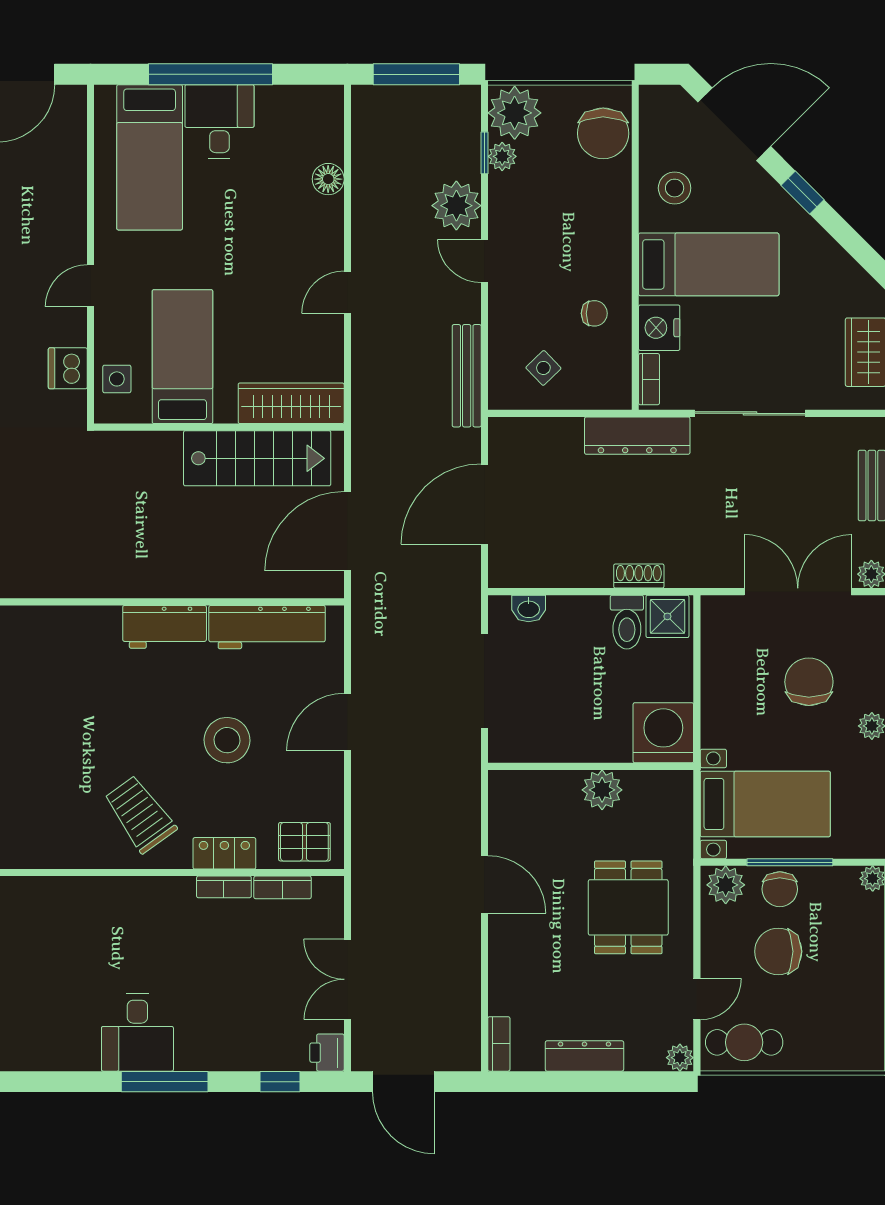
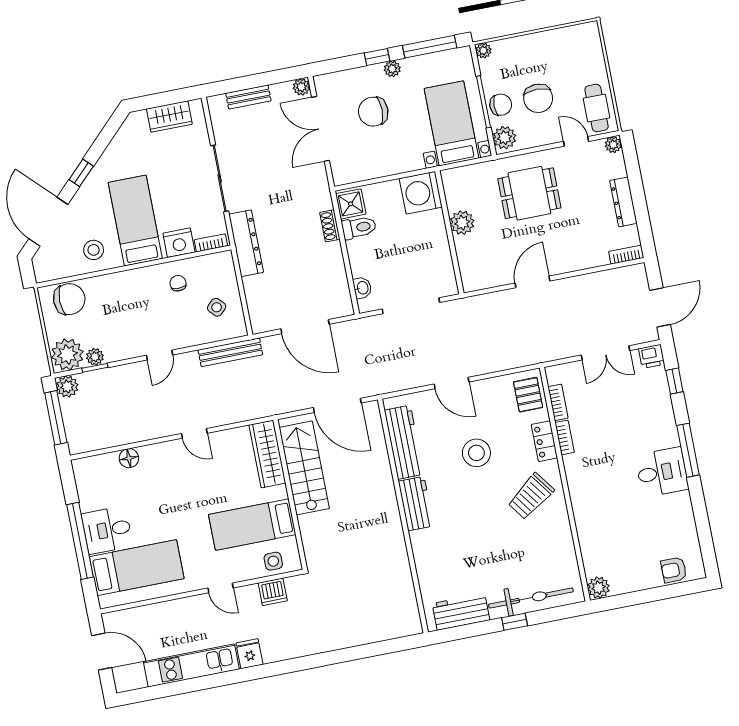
plant: (456, 206) -> (67, 387), moved, width x0.73, depth x0.73

